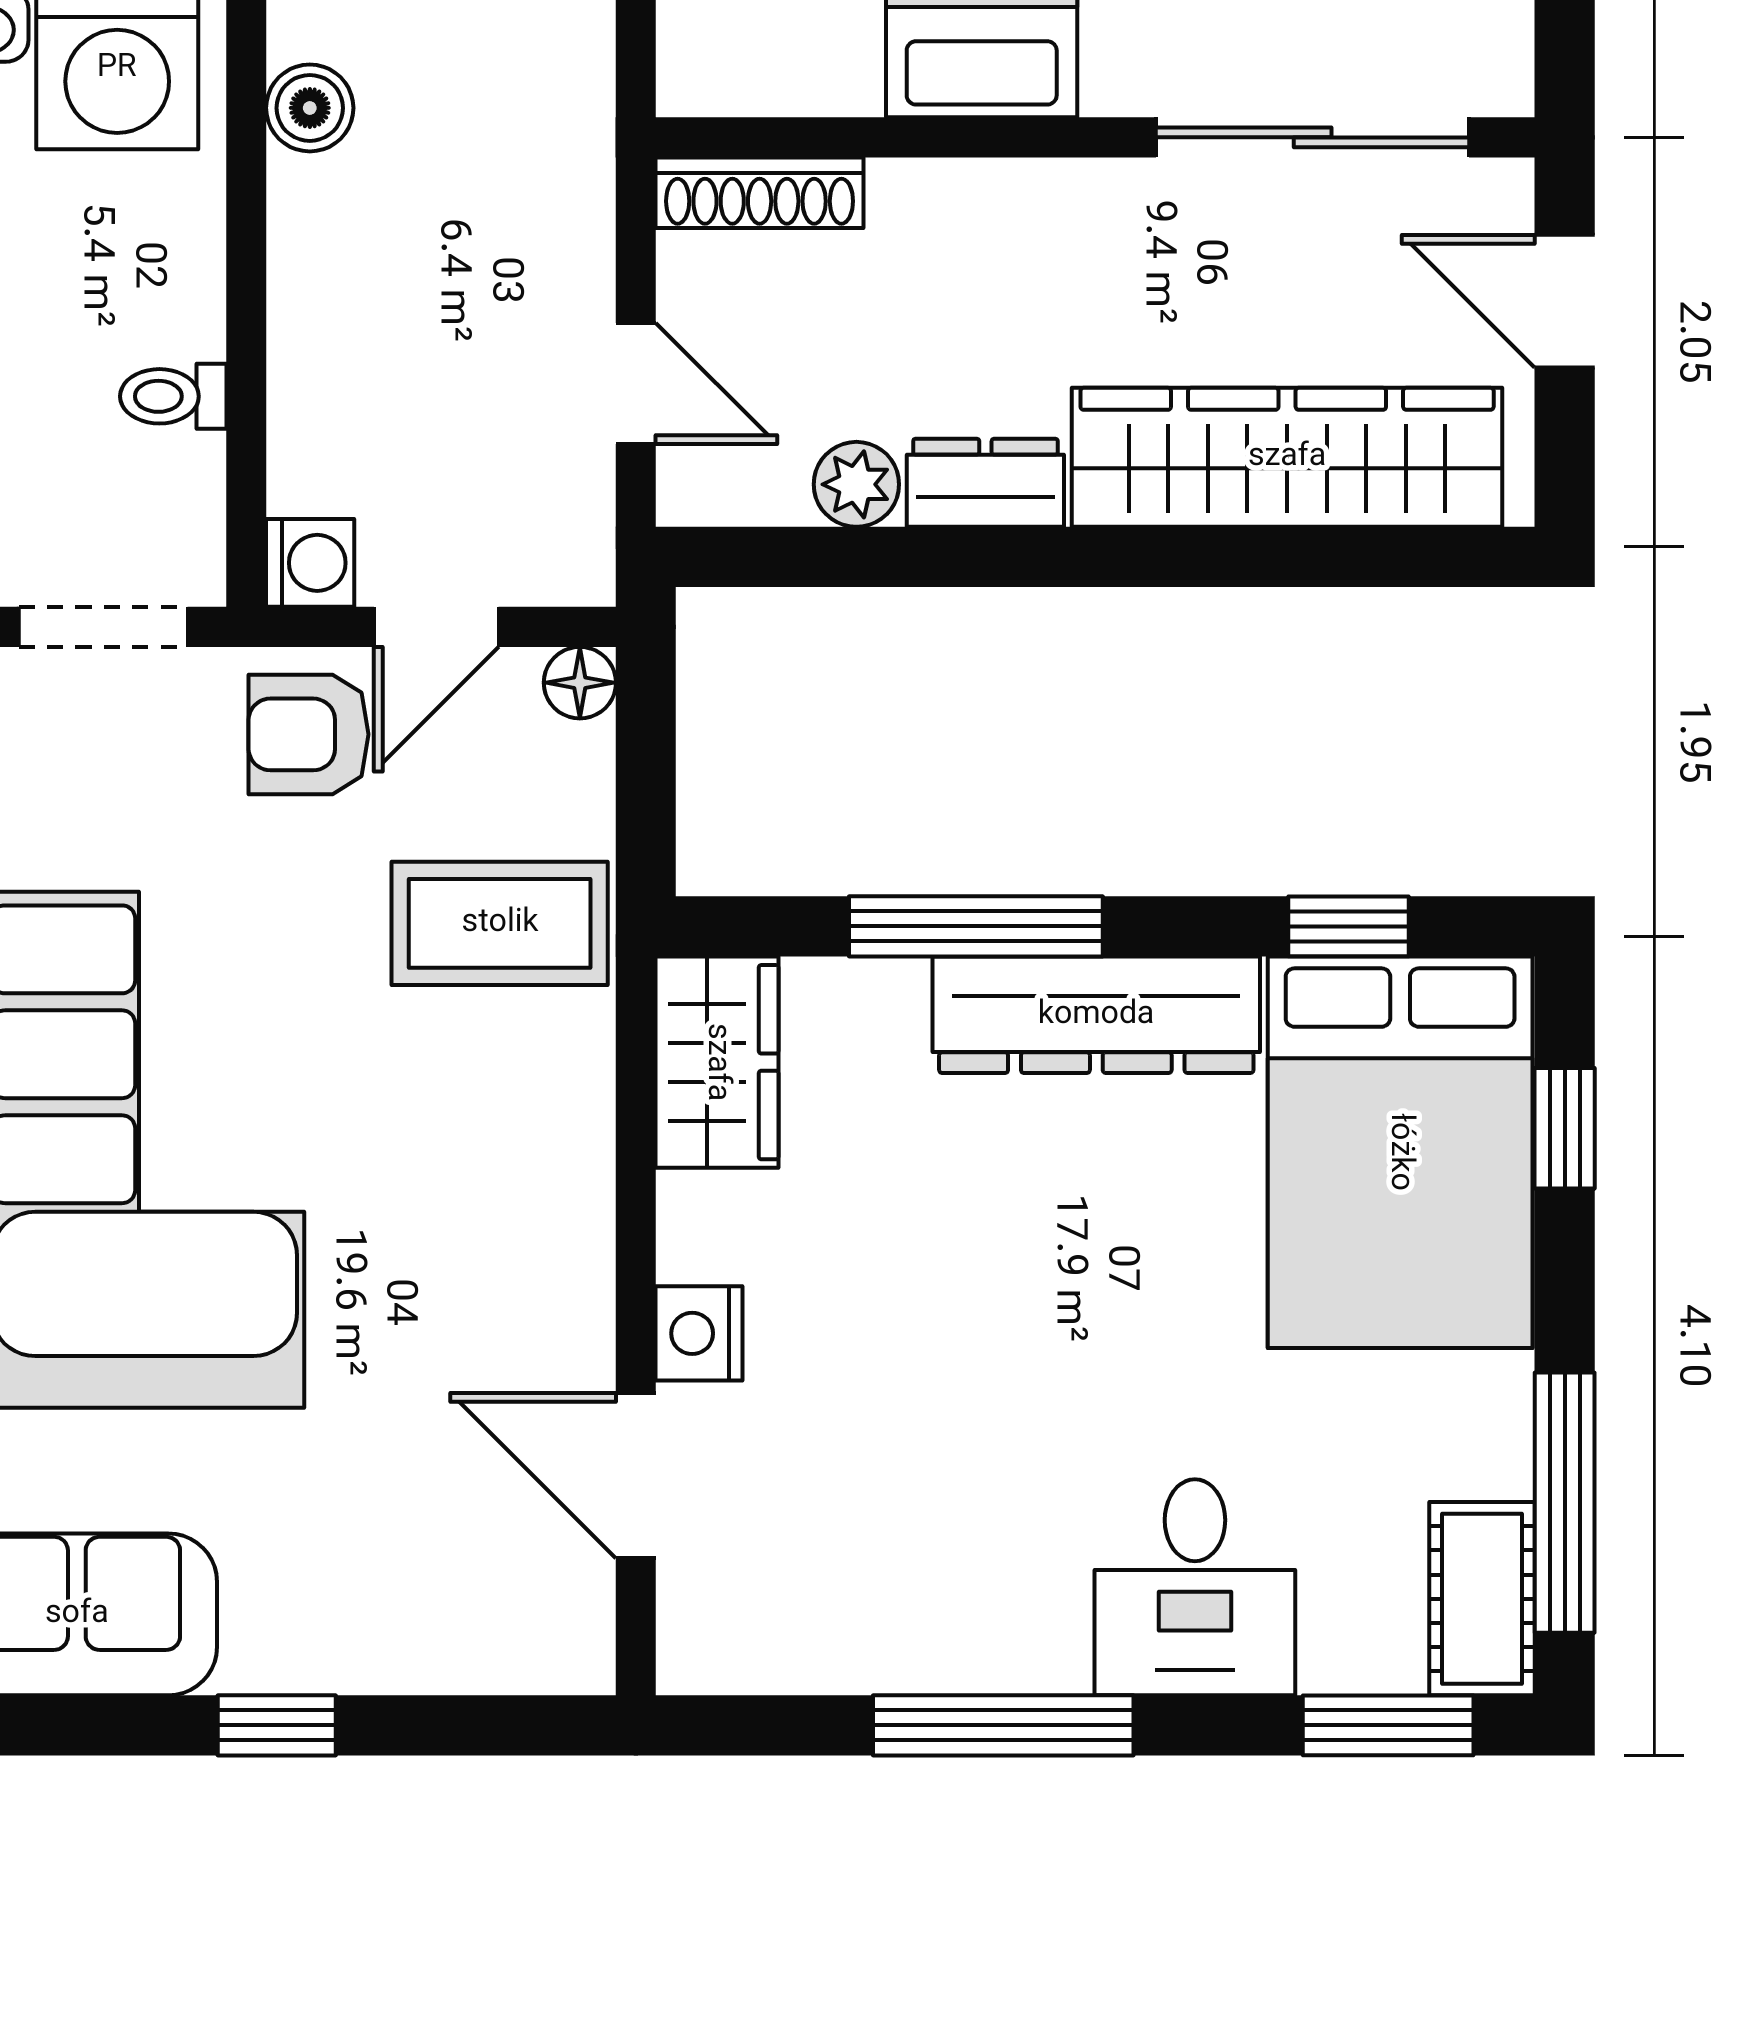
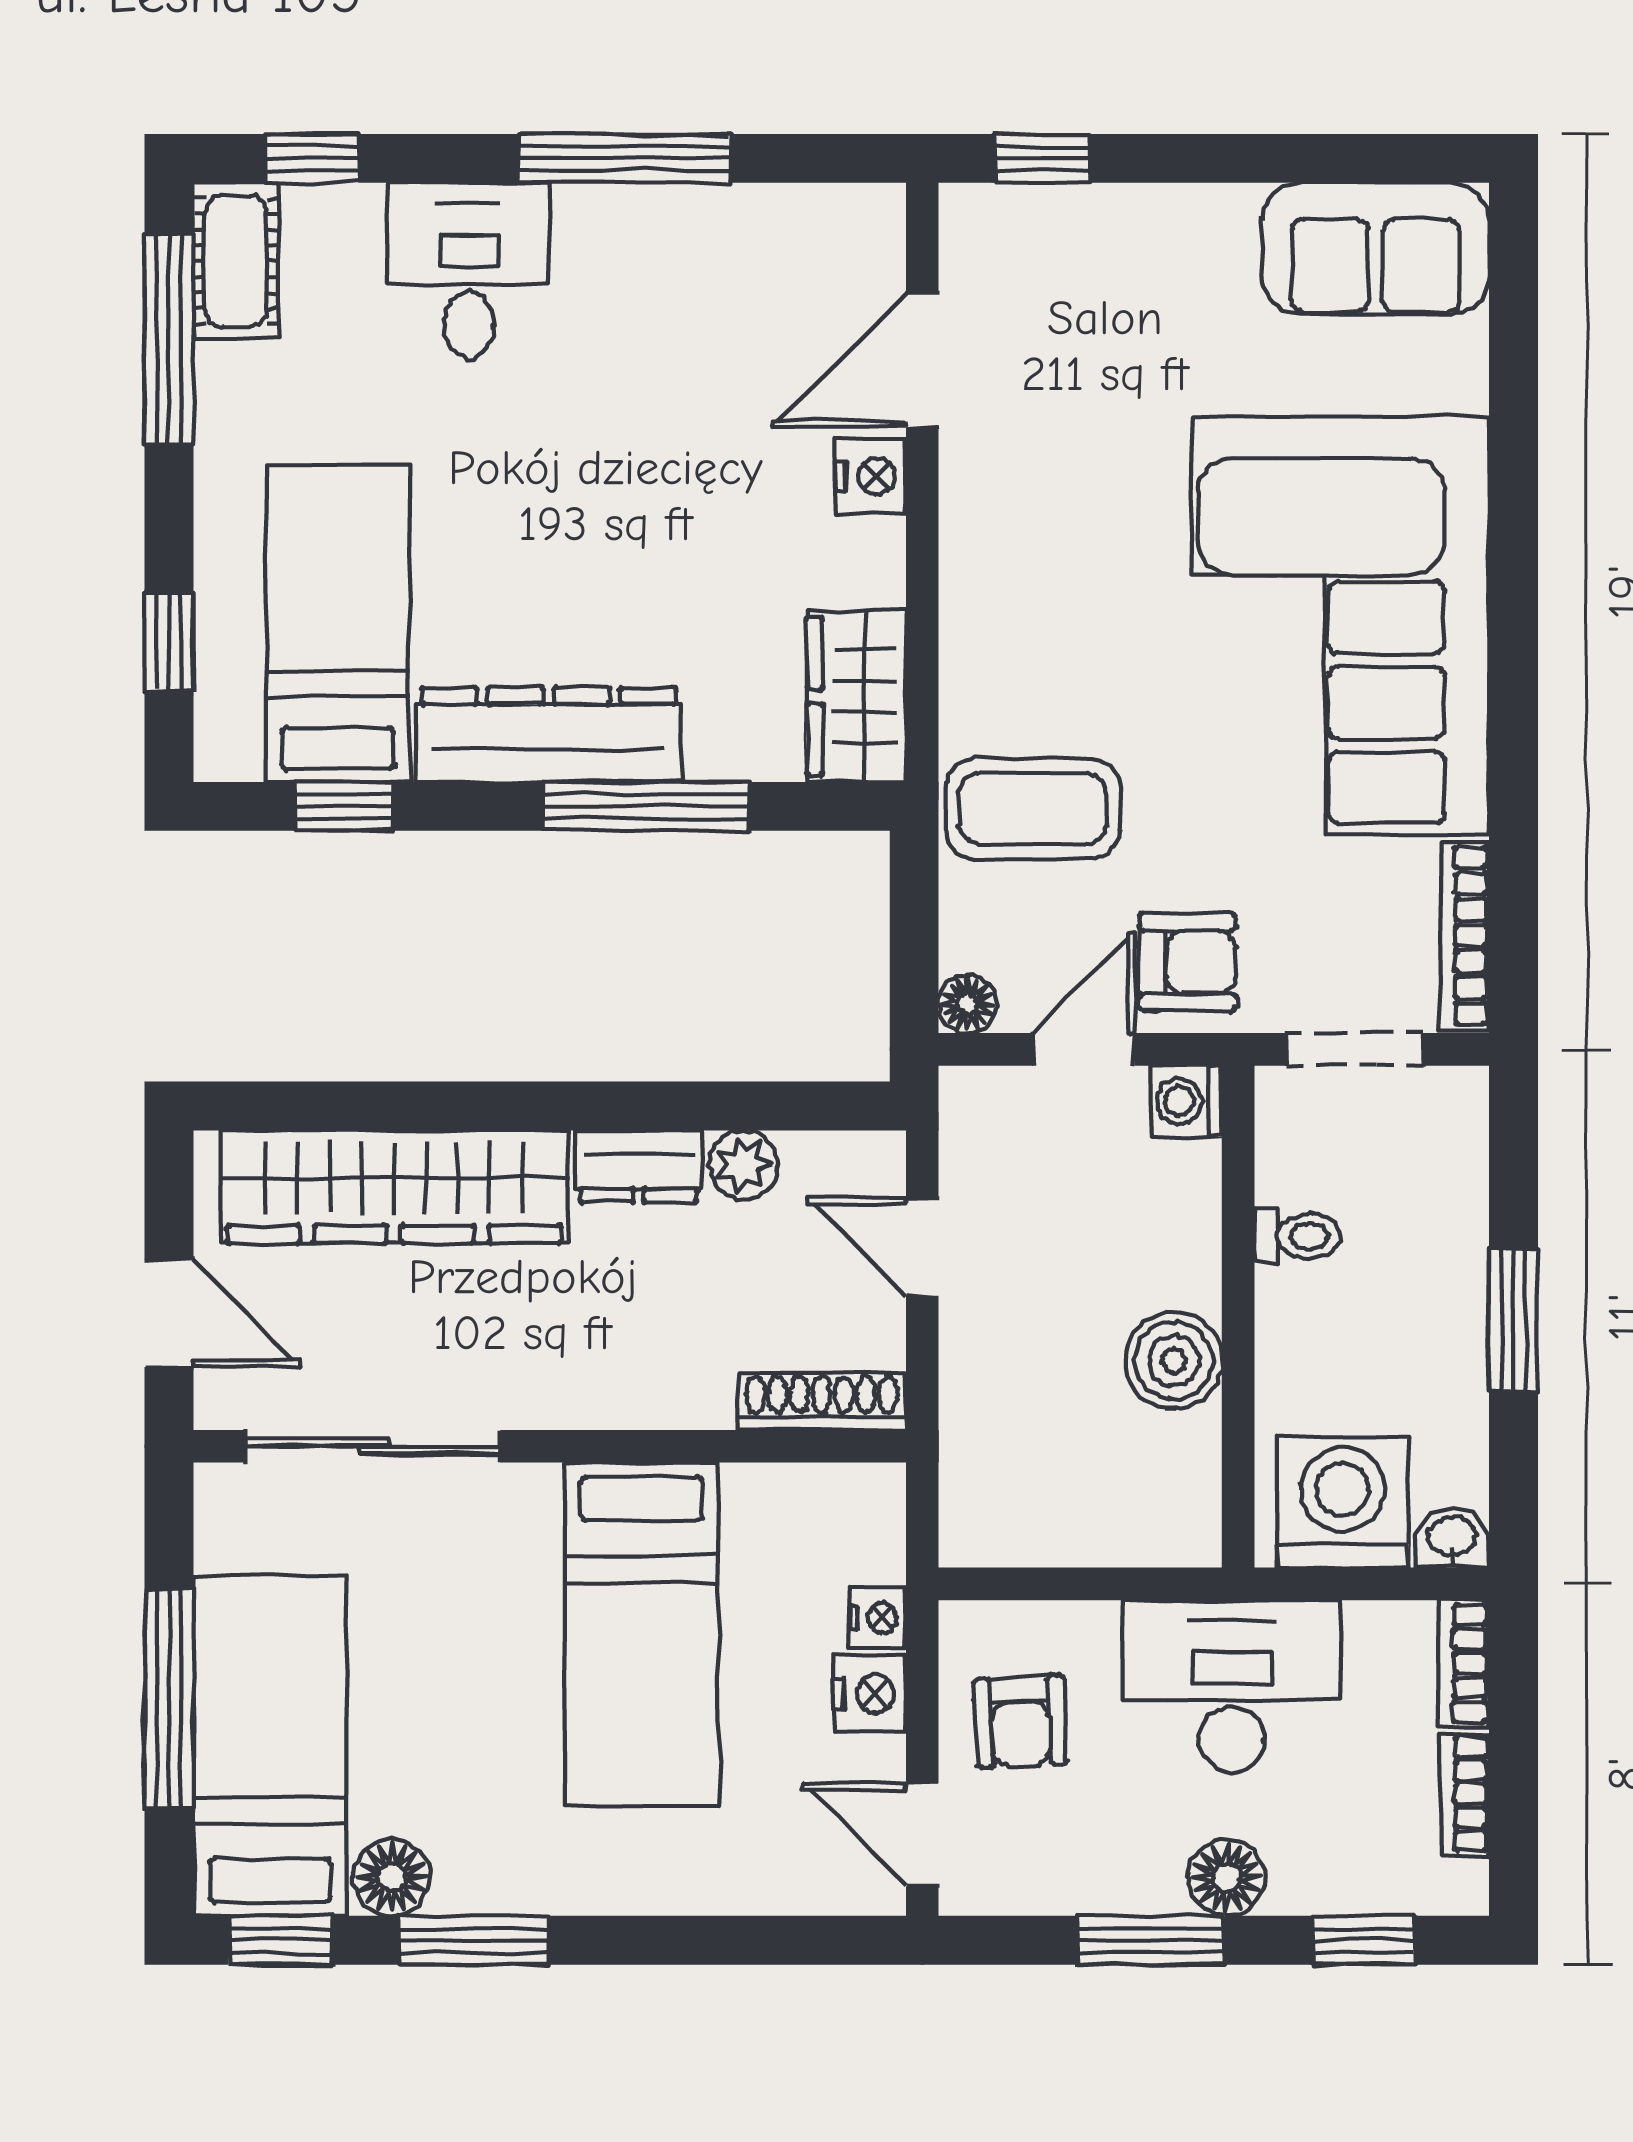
boiler: (310, 108) -> (1174, 1361), moved, width x1.36, depth x1.36
bed: (1400, 1152) -> (338, 623), width x0.67
door: (636, 1476) -> (922, 361), swing flipped
window: (277, 1725) -> (1042, 158), moved
window: (1388, 1725) -> (312, 158), width x0.67

